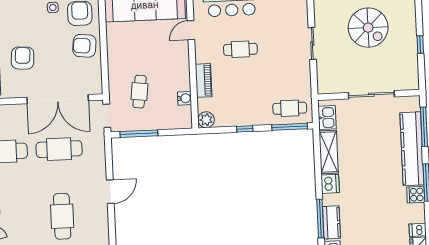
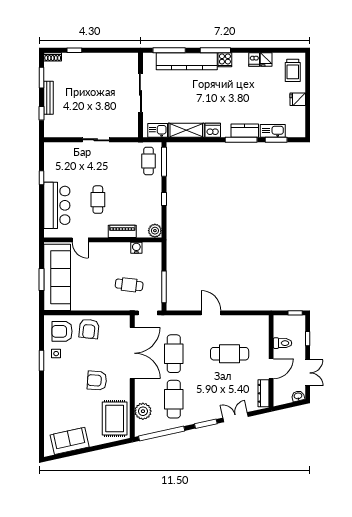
spiral stairs: (368, 28) -> (85, 93), removed
window: (420, 44) -> (74, 50), moved

